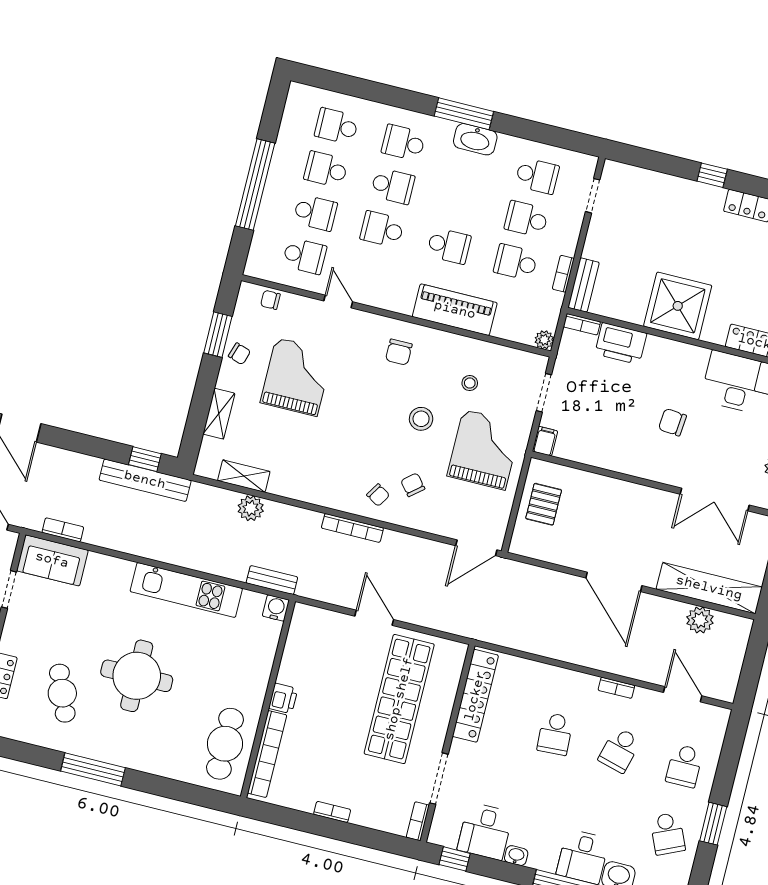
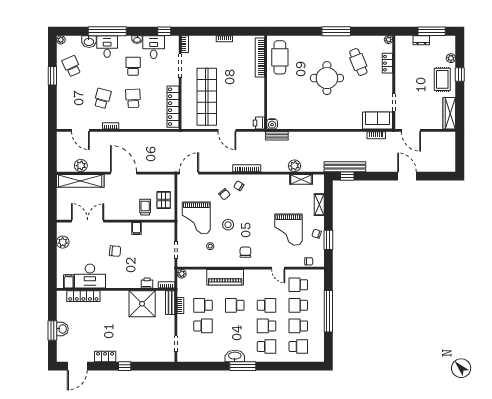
school desk: (326, 169) -> (298, 326), turned 180
school desk: (537, 176) -> (203, 346), removed
school desk: (516, 262) -> (203, 305), turned 180
shower: (678, 306) -> (142, 304), moved
printer: (621, 344) -> (147, 283), width x0.53, depth x0.68
filing cabinet: (545, 441) -> (137, 228), moved
trolley: (586, 499) -> (145, 207), added
kitchen unit: (186, 590) -> (314, 122), removed
printer: (283, 698) -> (259, 123), moved
school desk: (684, 766) -> (133, 66), moved

